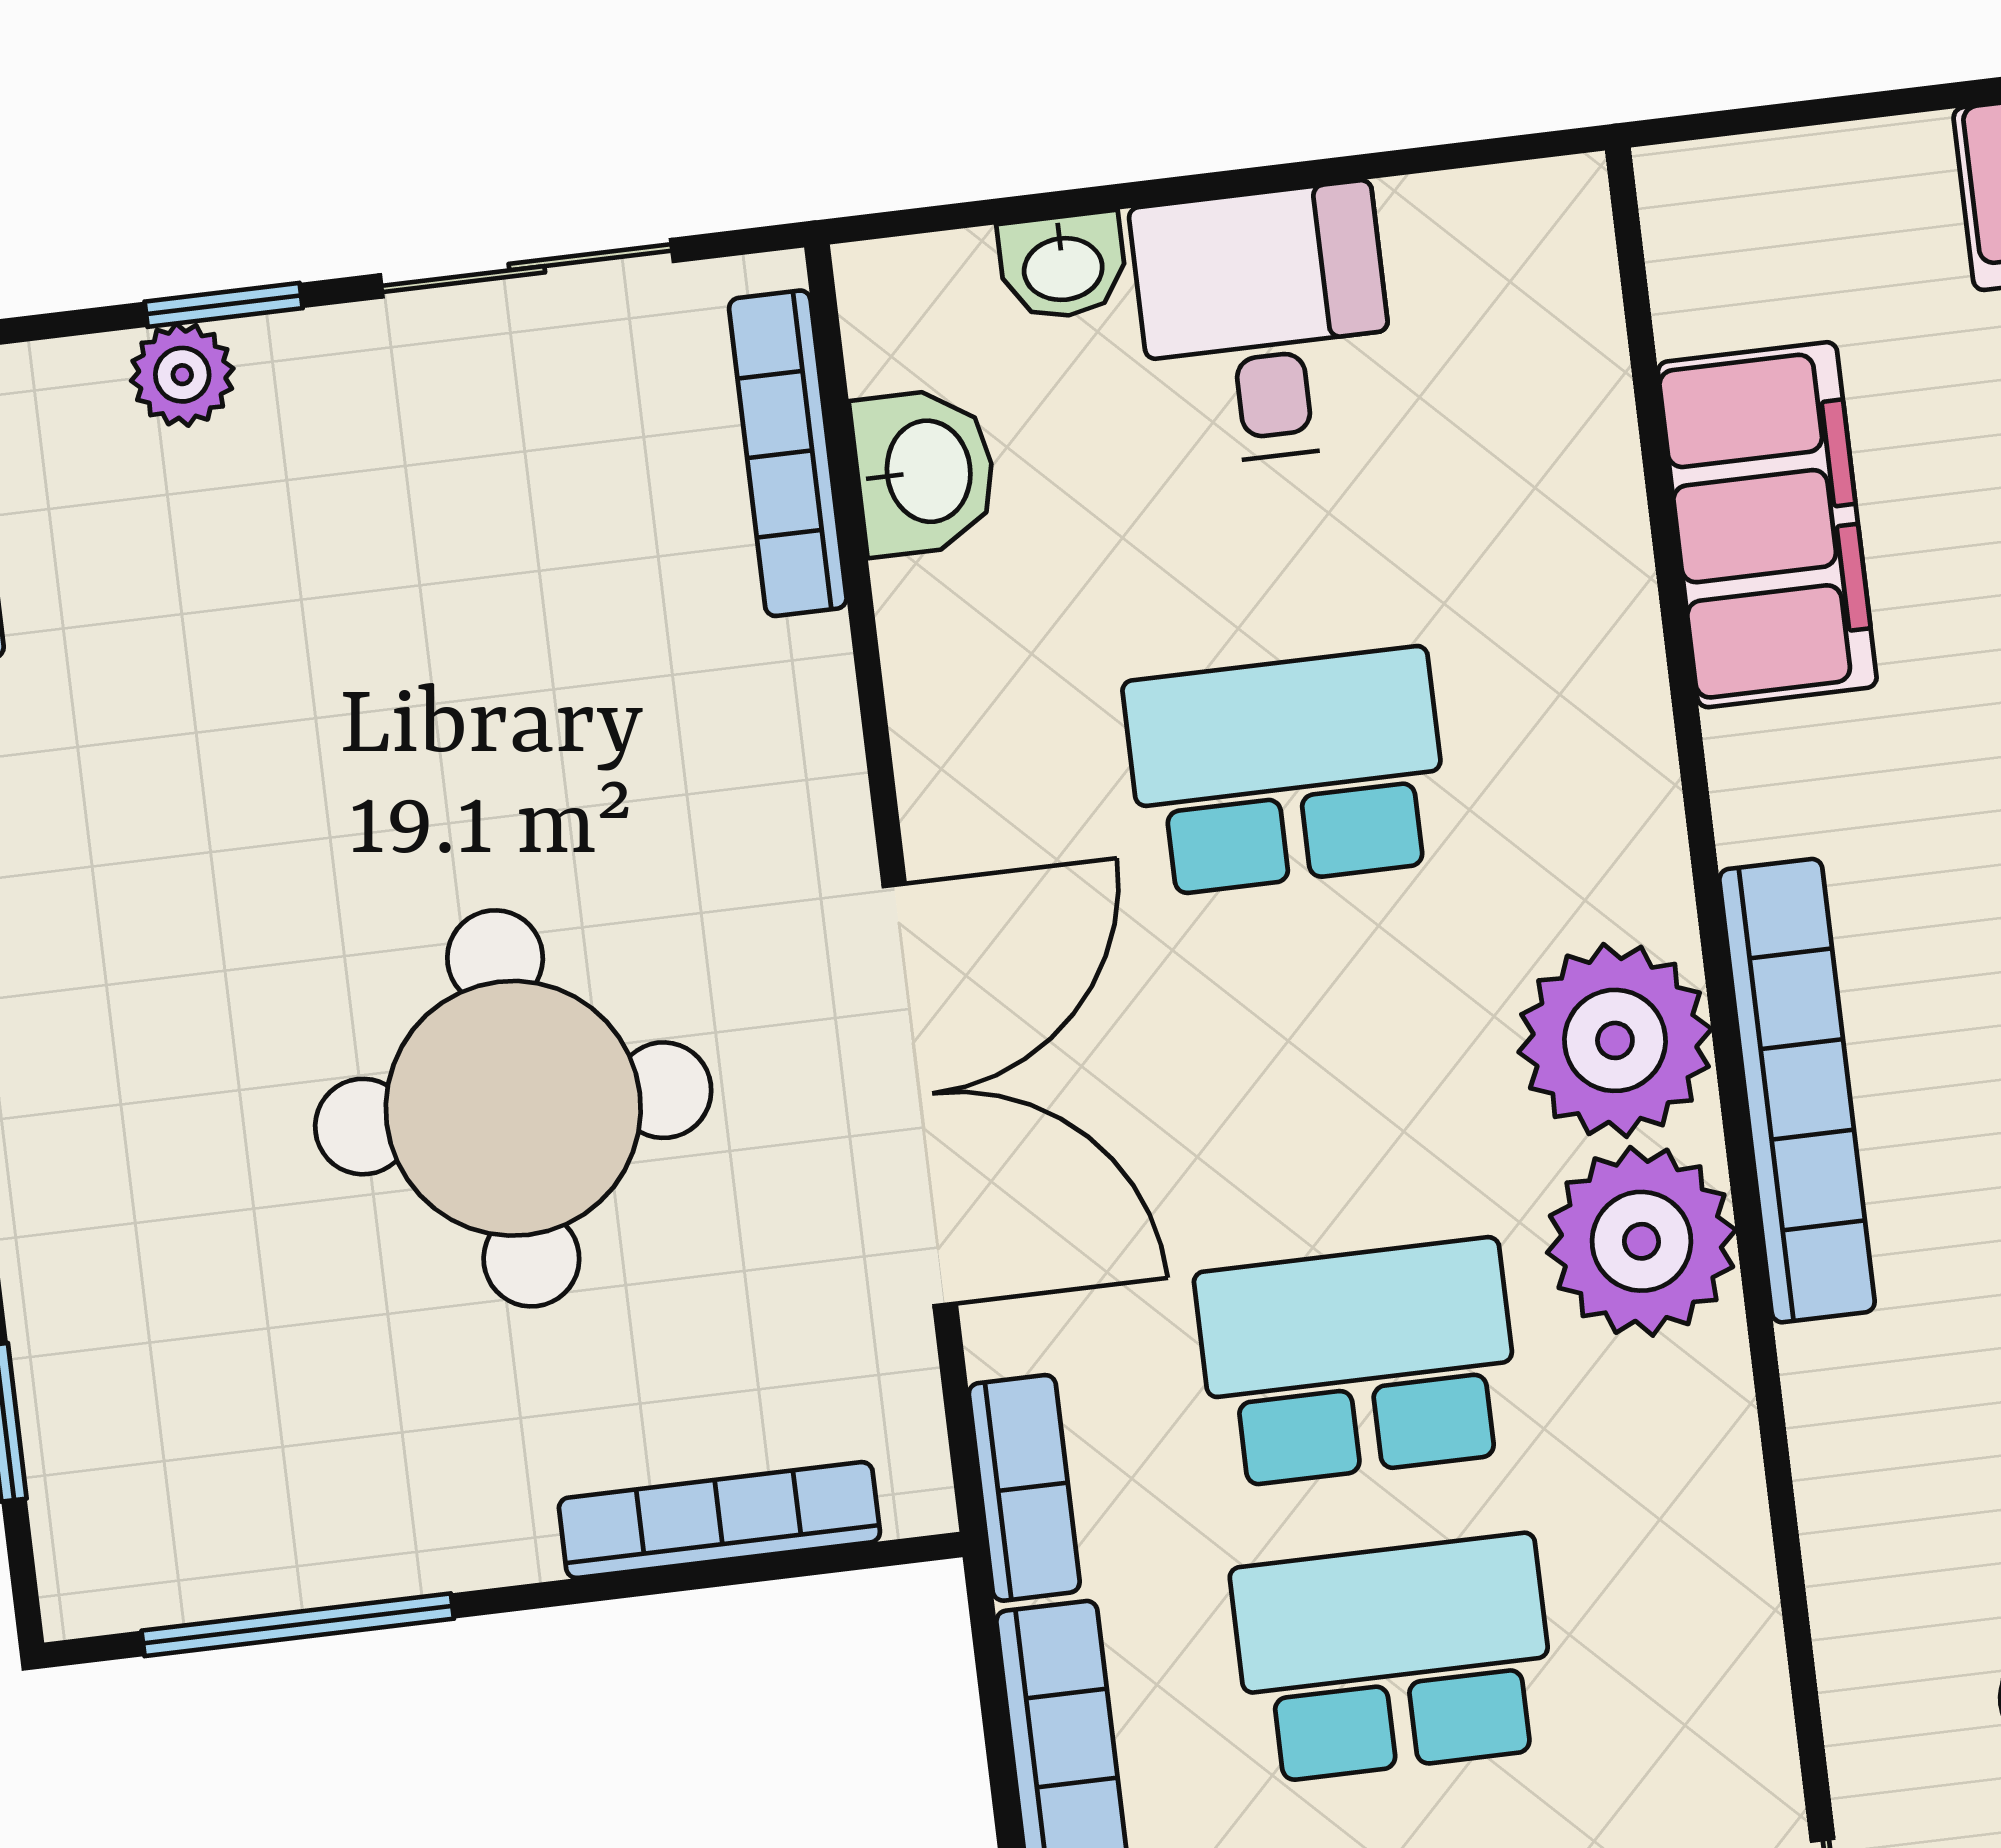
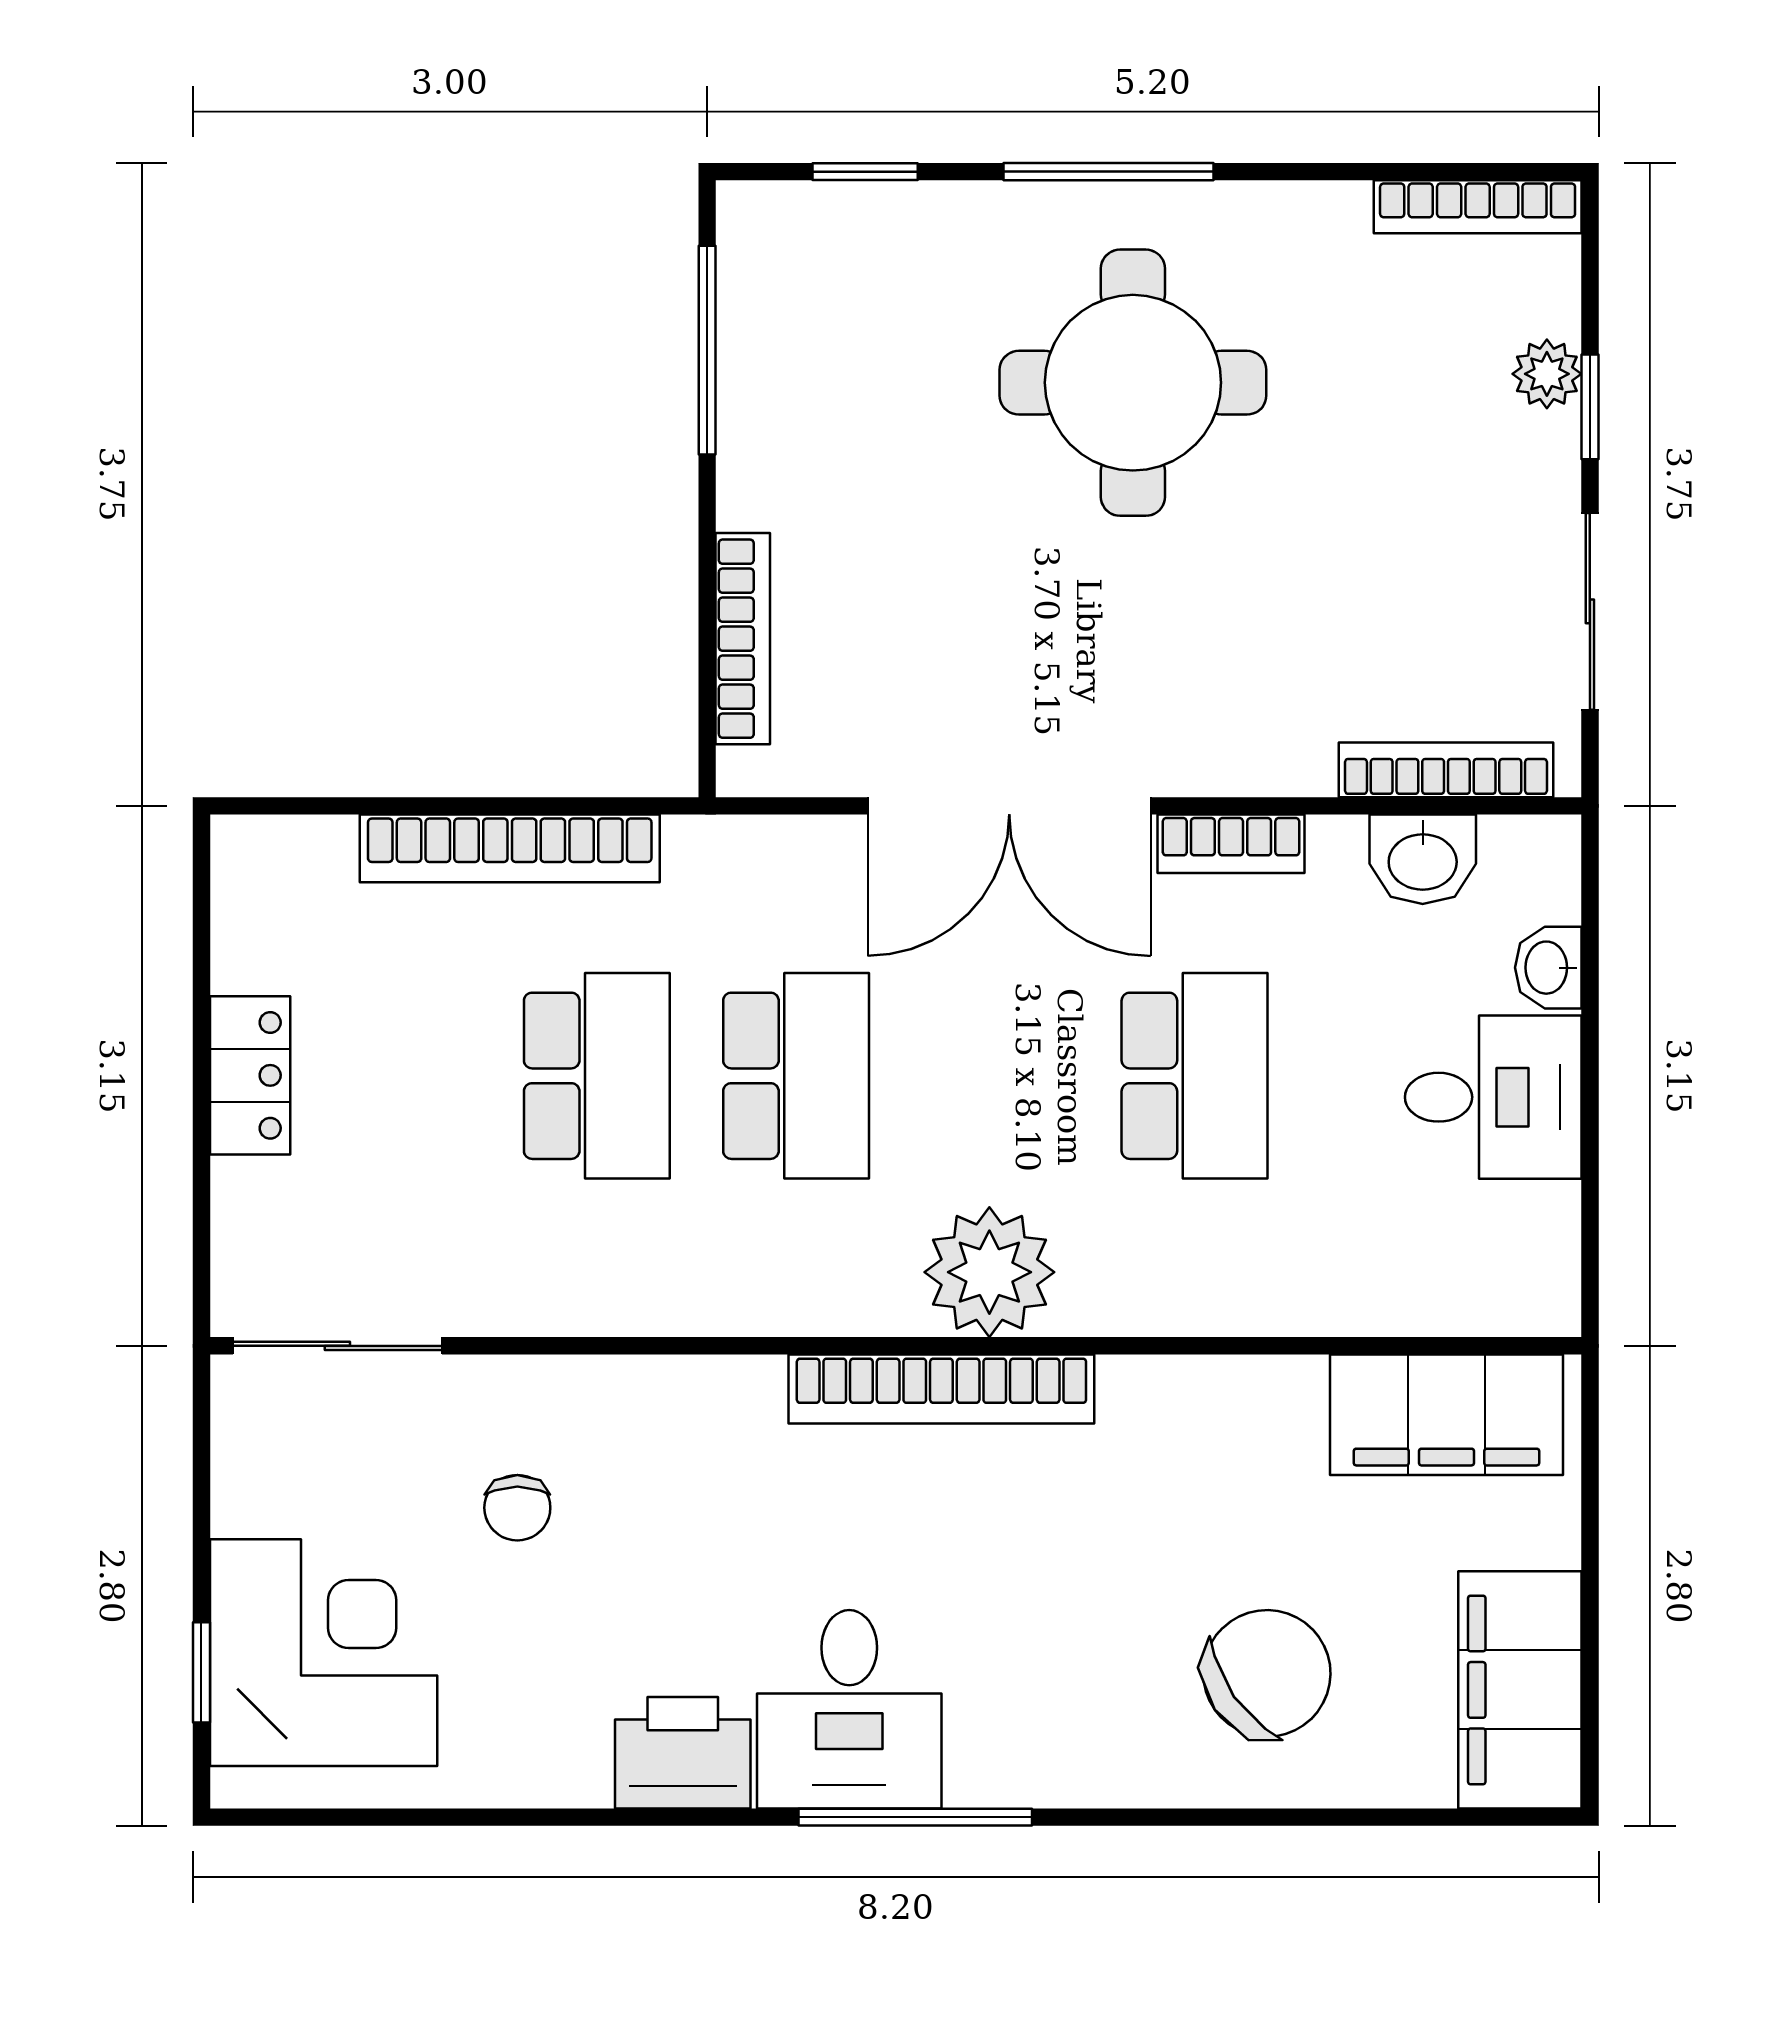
filing cabinet: (1767, 525) -> (1446, 1415), moved
round table: (513, 1108) -> (1133, 383), moved
plant: (1641, 1241) -> (854, 1274), removed
bookcase: (1024, 1488) -> (1231, 844), moved

